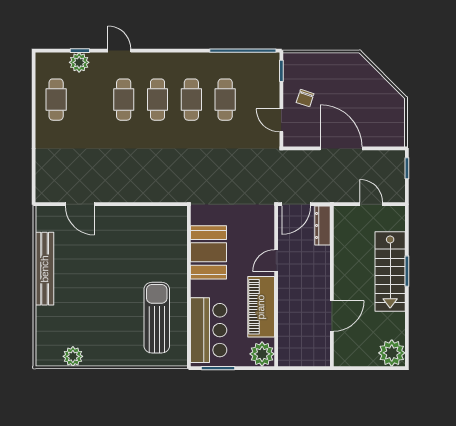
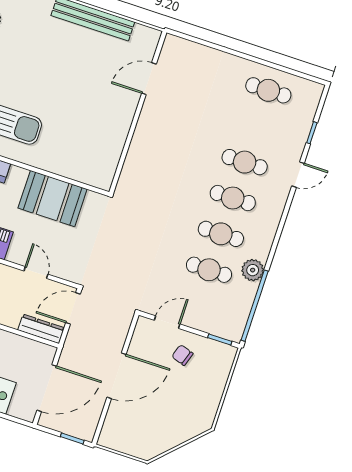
plant: (79, 62) -> (253, 270), moved
door: (296, 204) -> (73, 308), hinge flipped
door: (371, 204) -> (47, 388), width x1.88
door: (276, 261) -> (36, 273), moved

